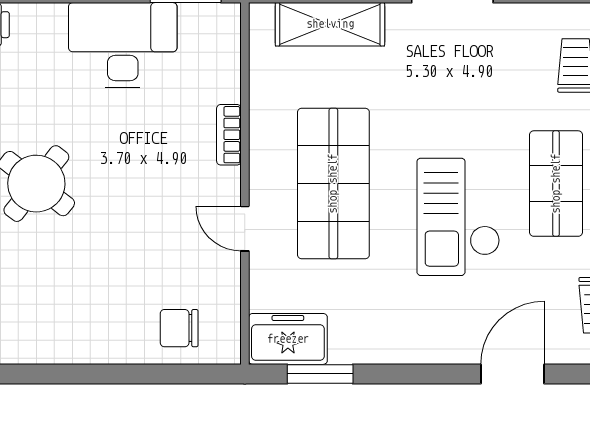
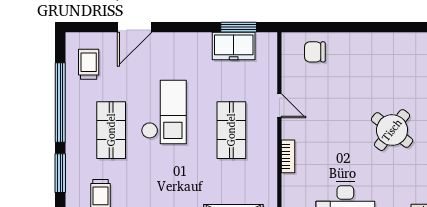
shop shelf: (333, 184) -> (231, 130), width x0.70, depth x0.74
chair: (179, 328) -> (315, 52), turned 180
freezer: (288, 339) -> (234, 46), moved

